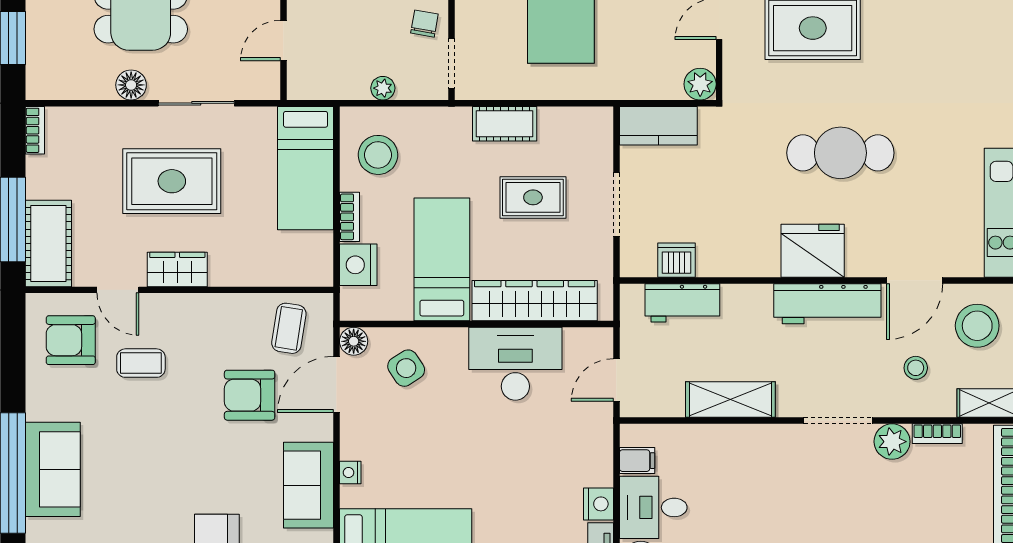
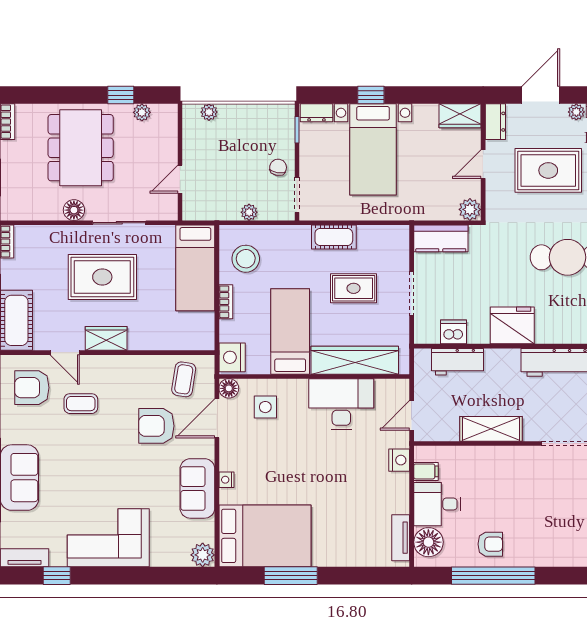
fridge: (813, 251) -> (512, 325), moved
nightstand: (358, 265) -> (232, 357), moved
side table: (406, 368) -> (265, 407), turned 33
nightstand: (599, 504) -> (399, 460), moved

